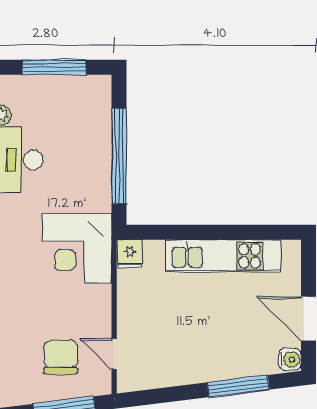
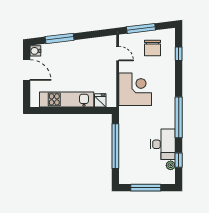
corner desk: (77, 248) -> (135, 89), moved
fridge: (130, 254) -> (100, 100), moved
chair: (61, 357) -> (152, 48), moved

